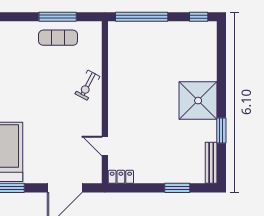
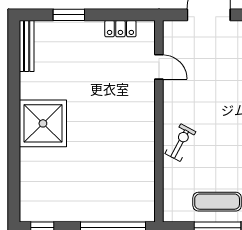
window: (221, 131) -> (14, 86), removed
locker: (121, 177) -> (120, 29), moved

